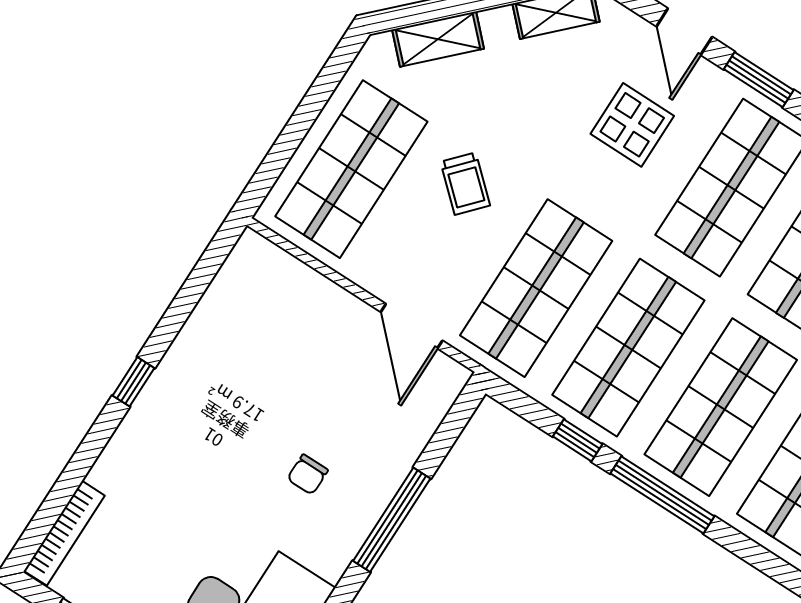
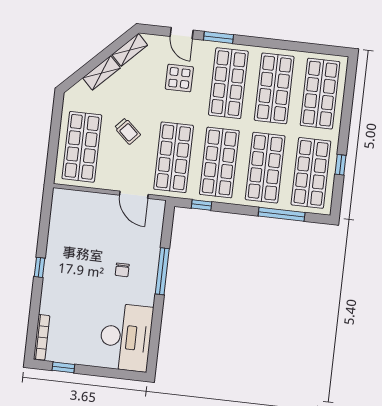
shelving: (438, 39) -> (102, 73), moved
window: (578, 440) -> (201, 205), moved
window: (662, 495) -> (282, 214), moved

